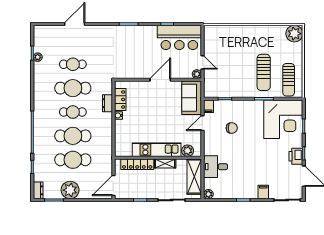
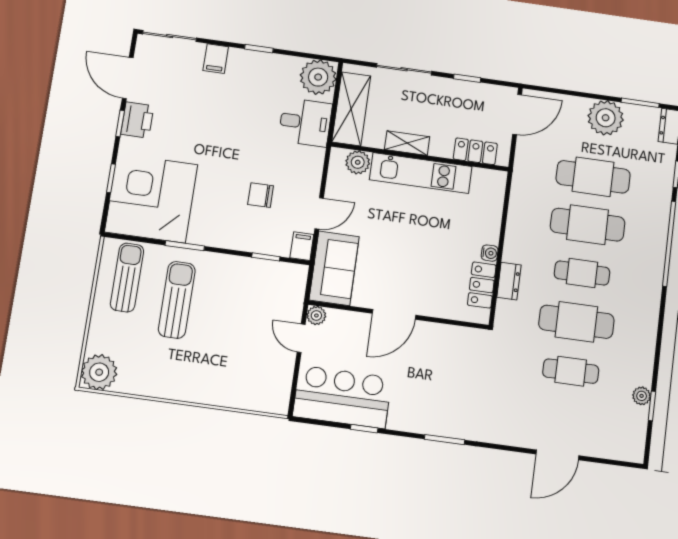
locker: (137, 164) -> (475, 151), width x0.66
plant: (208, 194) -> (318, 77), width x1.88, depth x1.88

